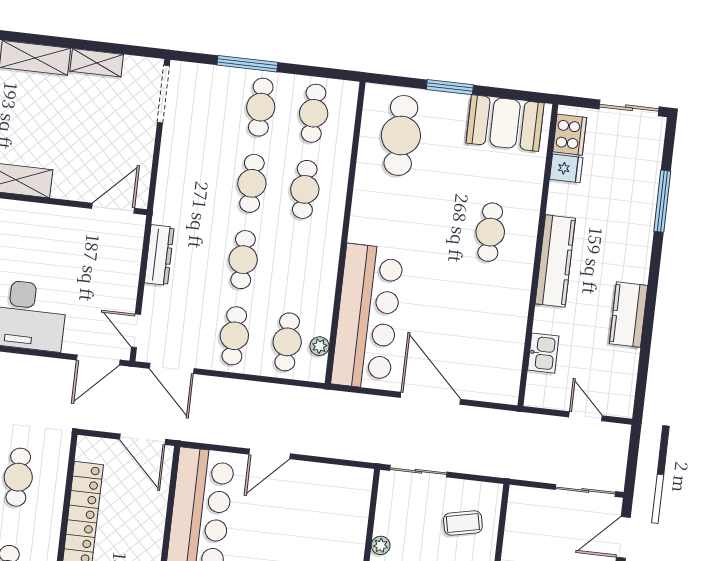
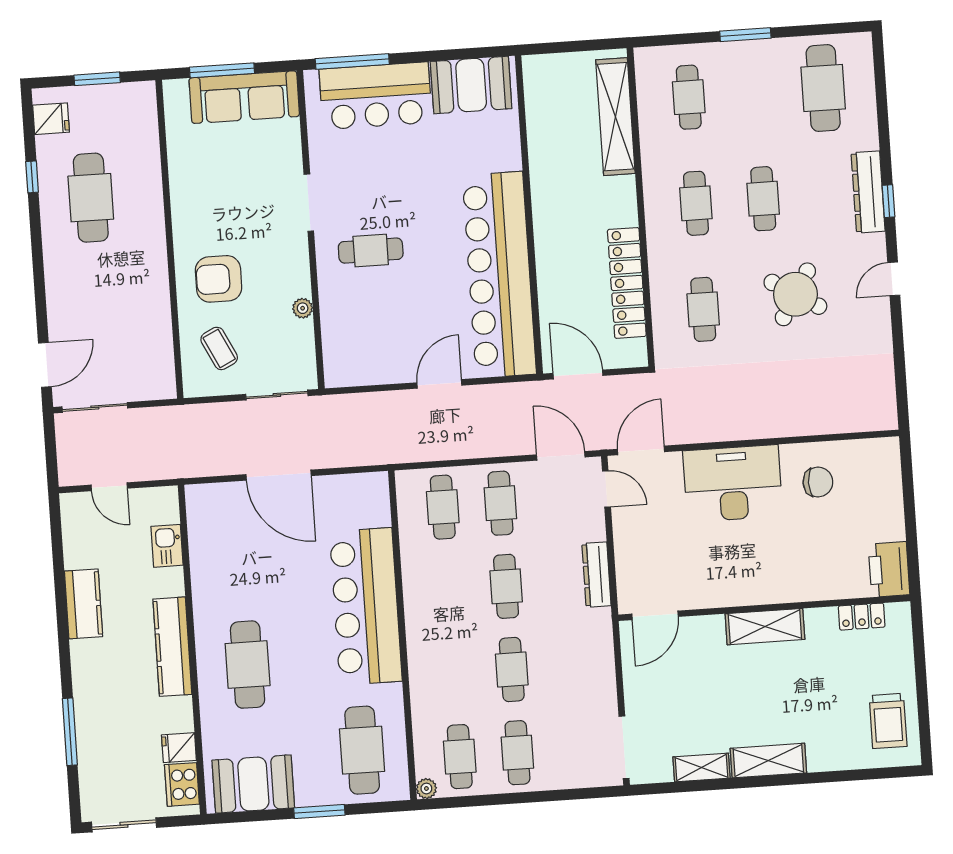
window: (247, 64) -> (540, 796), removed
cafe table: (305, 189) -> (454, 673), removed
cafe table: (490, 232) -> (248, 665), width x1.37, depth x1.35
bar counter: (367, 317) -> (366, 606), moved
plant: (319, 346) -> (426, 789), moved
coffee table: (463, 523) -> (219, 348), turned 76

